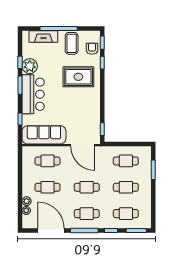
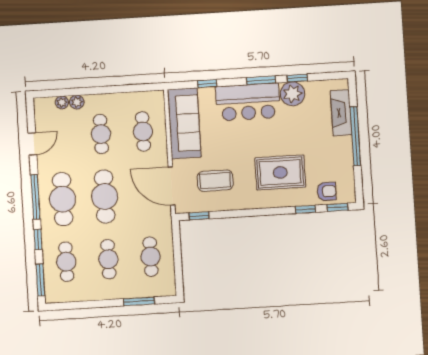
coffee table: (72, 43) -> (215, 181), moved
rug: (78, 77) -> (280, 172), turned 90
door: (83, 145) -> (172, 186), hinge flipped
cafe table: (87, 187) -> (105, 197), width x1.37, depth x1.35
cafe table: (87, 214) -> (63, 199), width x1.37, depth x1.35
door: (51, 230) -> (32, 144), width x0.53

